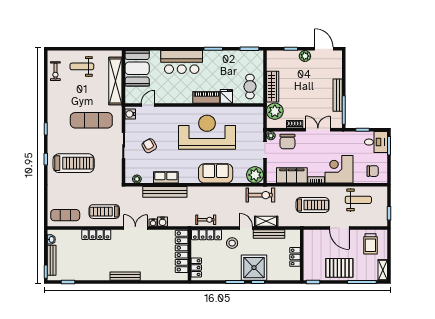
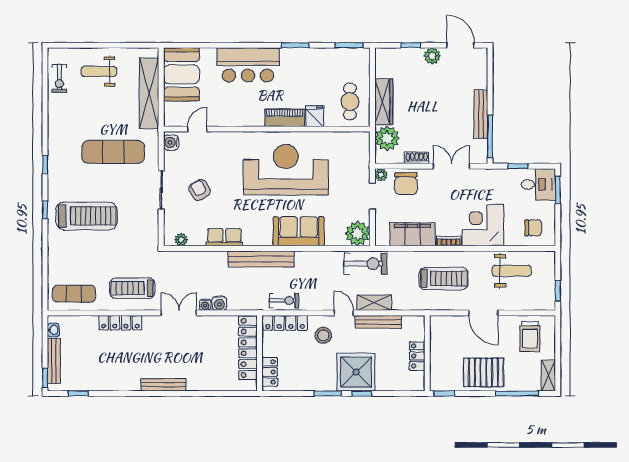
bench: (165, 192) -> (261, 259), moved

